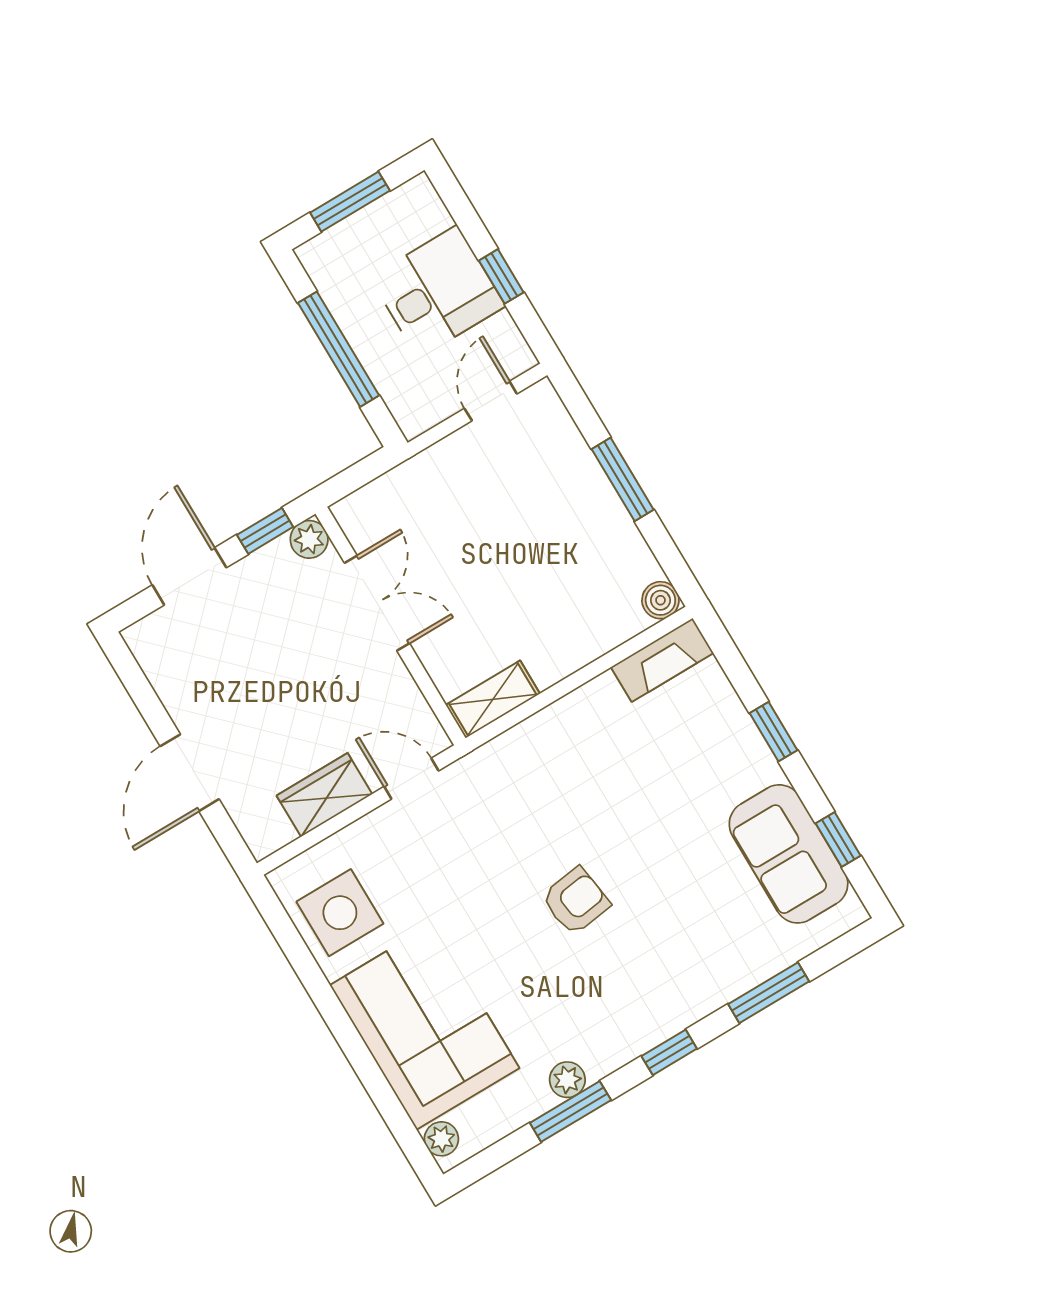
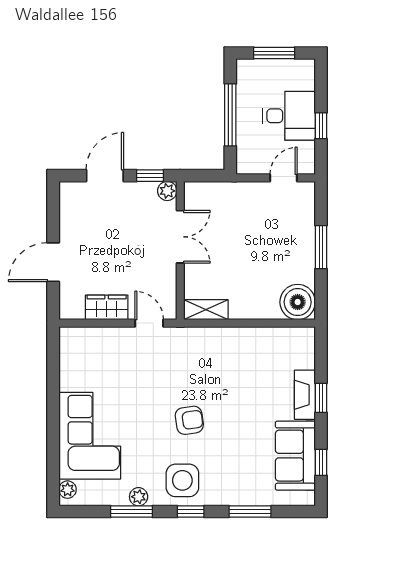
boiler: (660, 600) -> (298, 302), width x1.86, depth x1.86
fireplace: (662, 660) -> (305, 395), moved, turned 90
side table: (340, 913) -> (182, 480), moved

